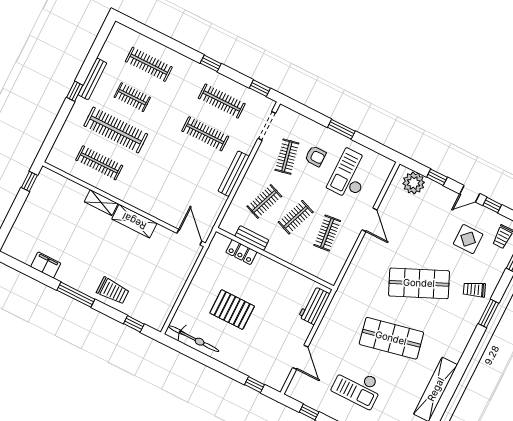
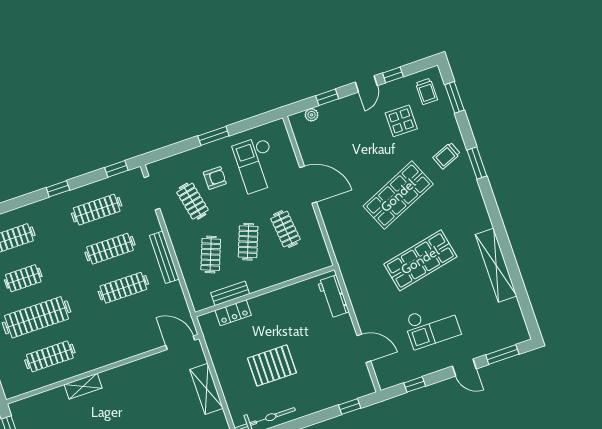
clothes rail: (189, 167) -> (123, 288), added
plant: (414, 183) -> (312, 115), width x0.53, depth x0.53
door: (369, 220) -> (308, 185), width x1.36
shelving: (134, 221) -> (206, 389), moved, turned 90

